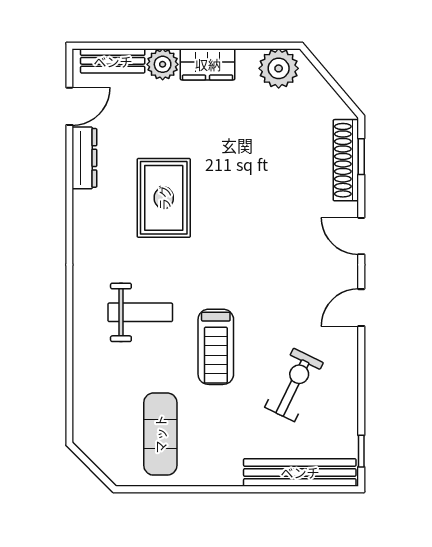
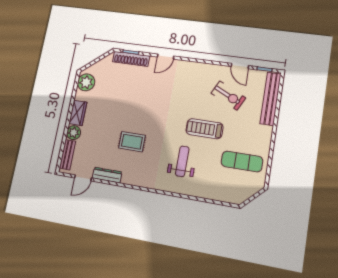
door: (69, 106) -> (83, 178), swing flipped
rug: (164, 198) -> (132, 142), width x0.73, depth x0.70
door: (361, 308) -> (240, 66), moved
treadmill: (216, 347) -> (204, 129), turned 180
exercise bike: (294, 385) -> (228, 96), turned 180

